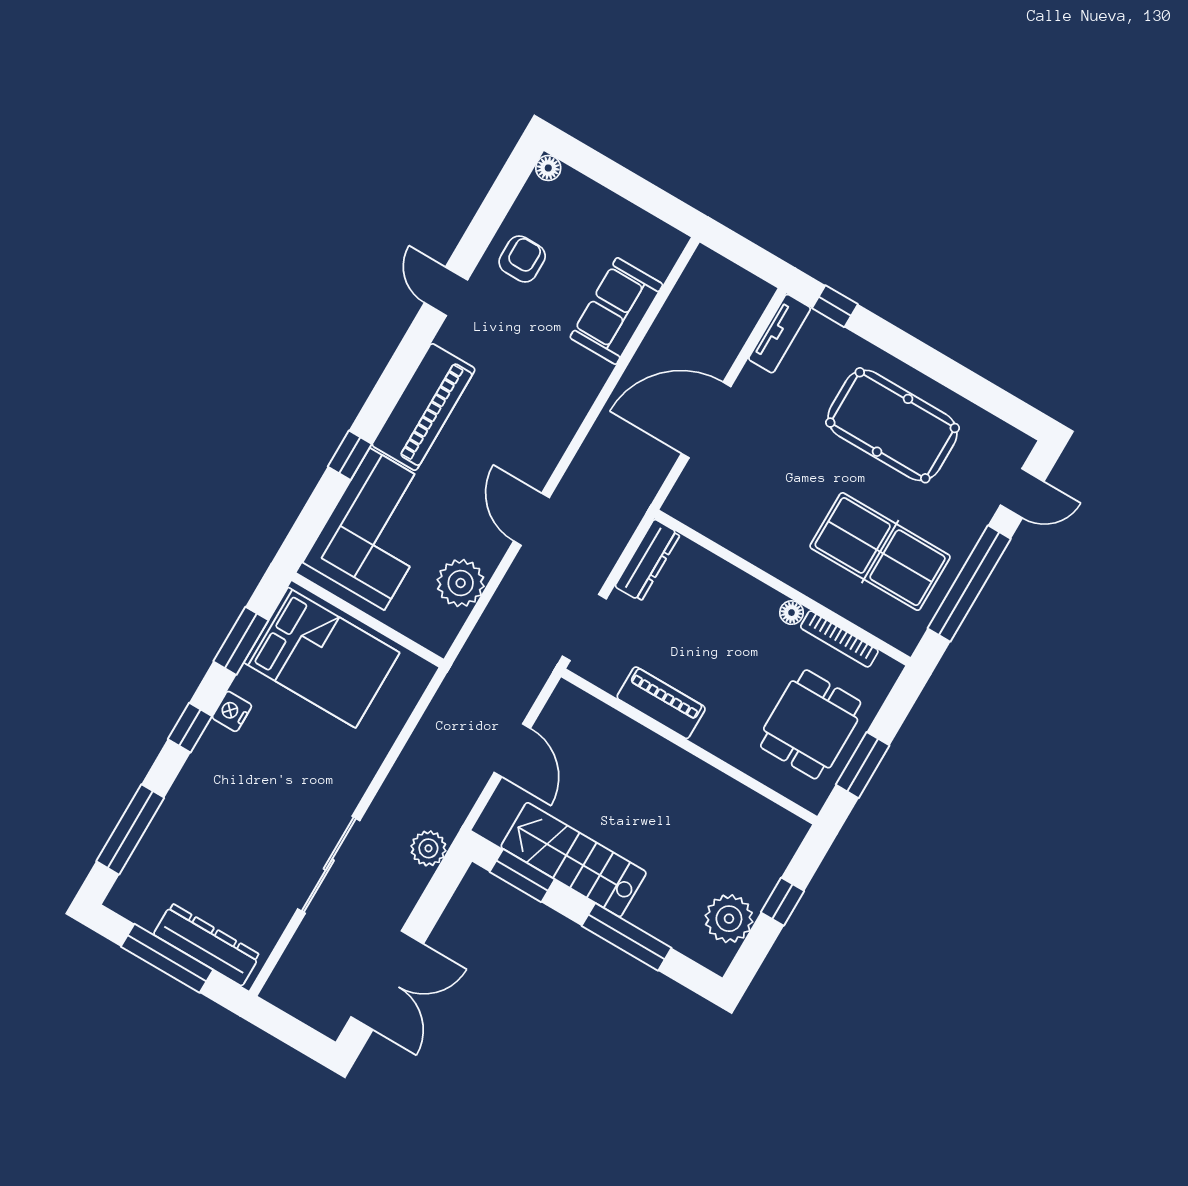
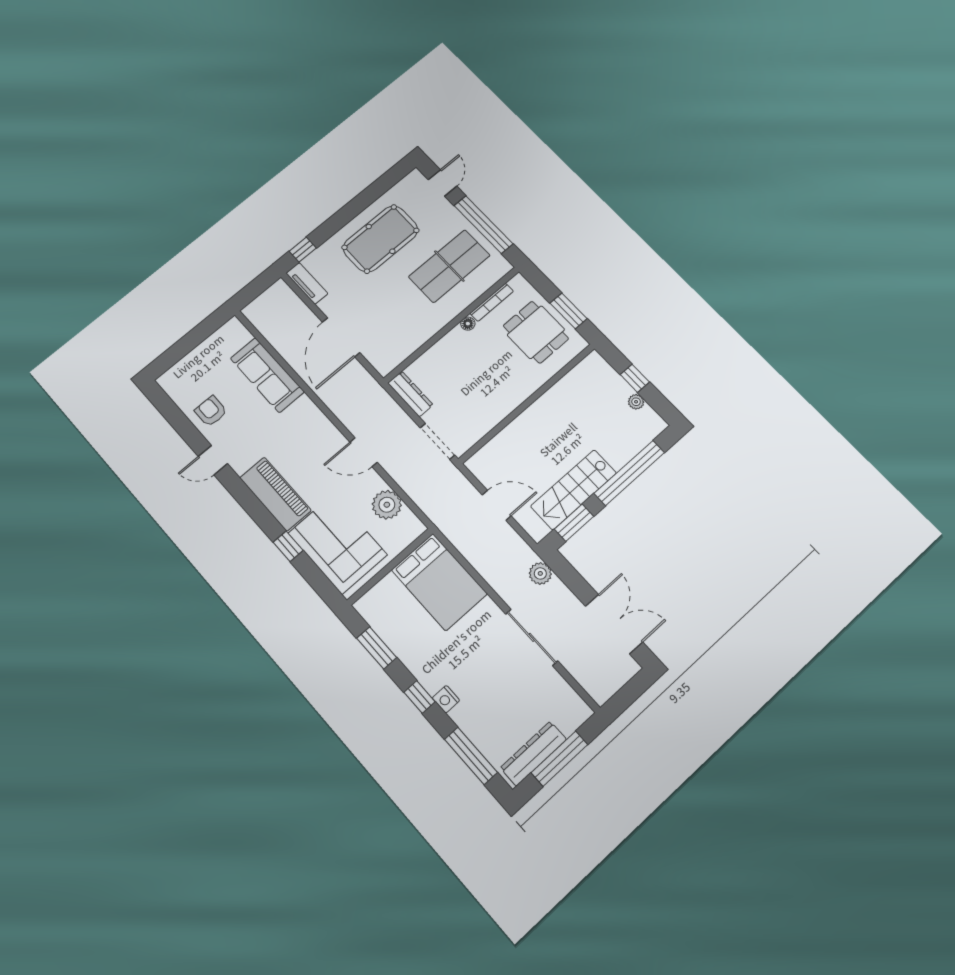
floor lamp: (548, 168) -> (165, 381), removed
sofa: (616, 311) -> (267, 375), width x1.36
bed: (322, 658) -> (439, 582), moved, turned 90
piano: (661, 703) -> (496, 411), removed
nightstand: (232, 711) -> (446, 699), moved
plant: (729, 919) -> (636, 402), width x0.53, depth x0.53
window: (627, 937) -> (629, 473), width x1.46
dresser: (207, 945) -> (533, 754), moved

